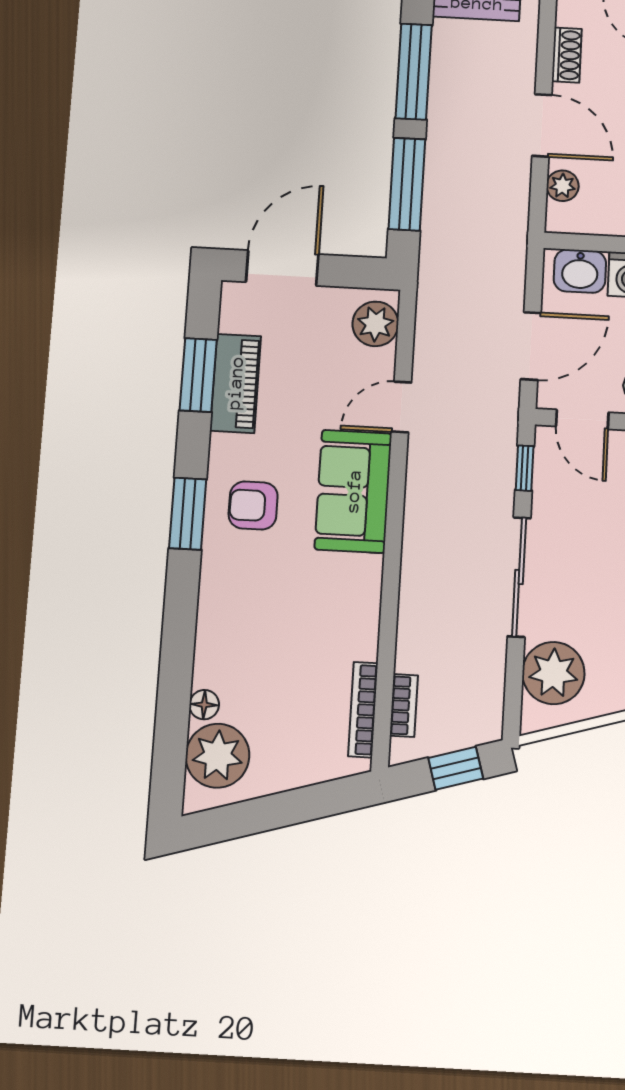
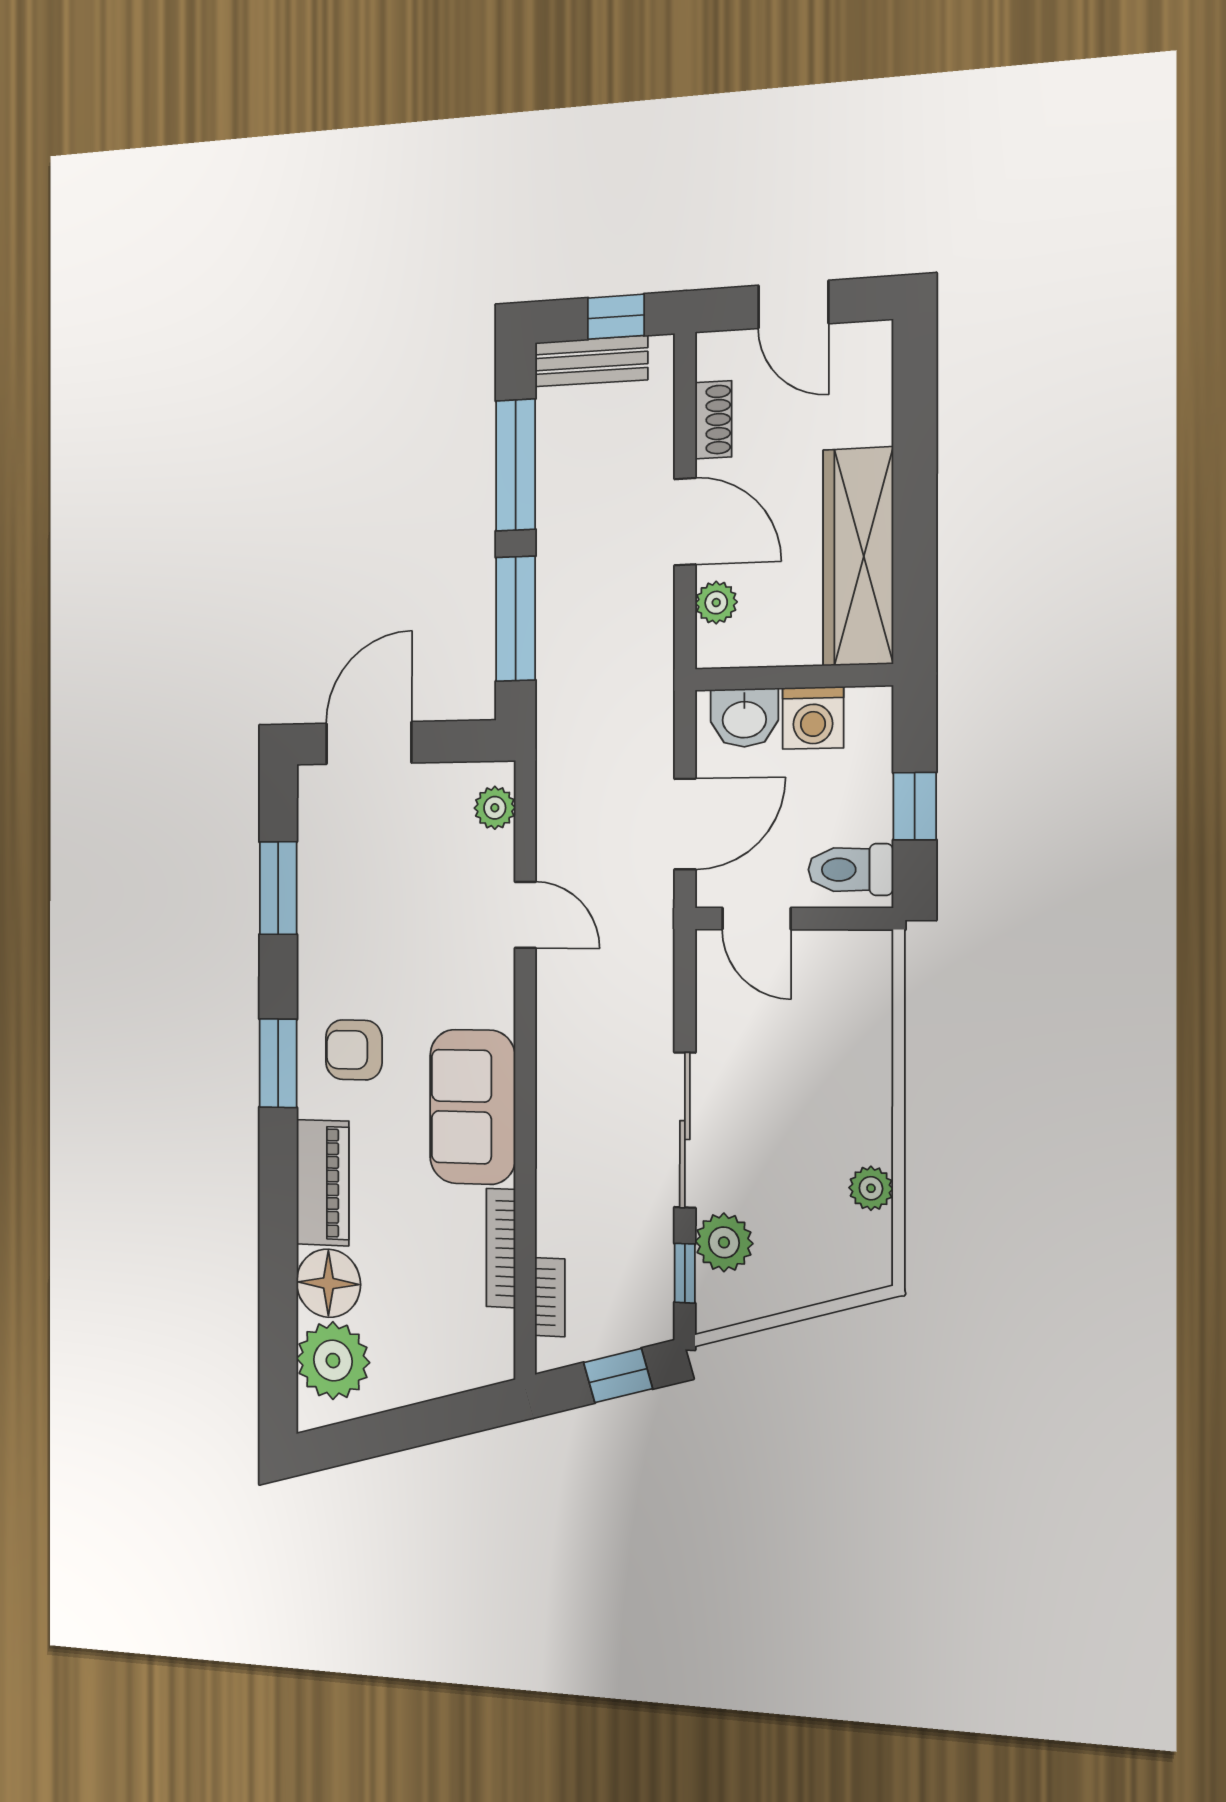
plant: (375, 324) -> (495, 808), width x0.73, depth x0.73
piano: (235, 383) -> (323, 1183), moved
door: (401, 407) -> (525, 915), swing flipped
window: (525, 468) -> (685, 1273), moved
sofa: (353, 491) -> (473, 1107), moved
plant: (553, 673) -> (724, 1242), width x0.73, depth x0.73
floor lamp: (204, 705) -> (328, 1283), width x1.89, depth x1.89
bookcase: (363, 710) -> (501, 1248), moved

